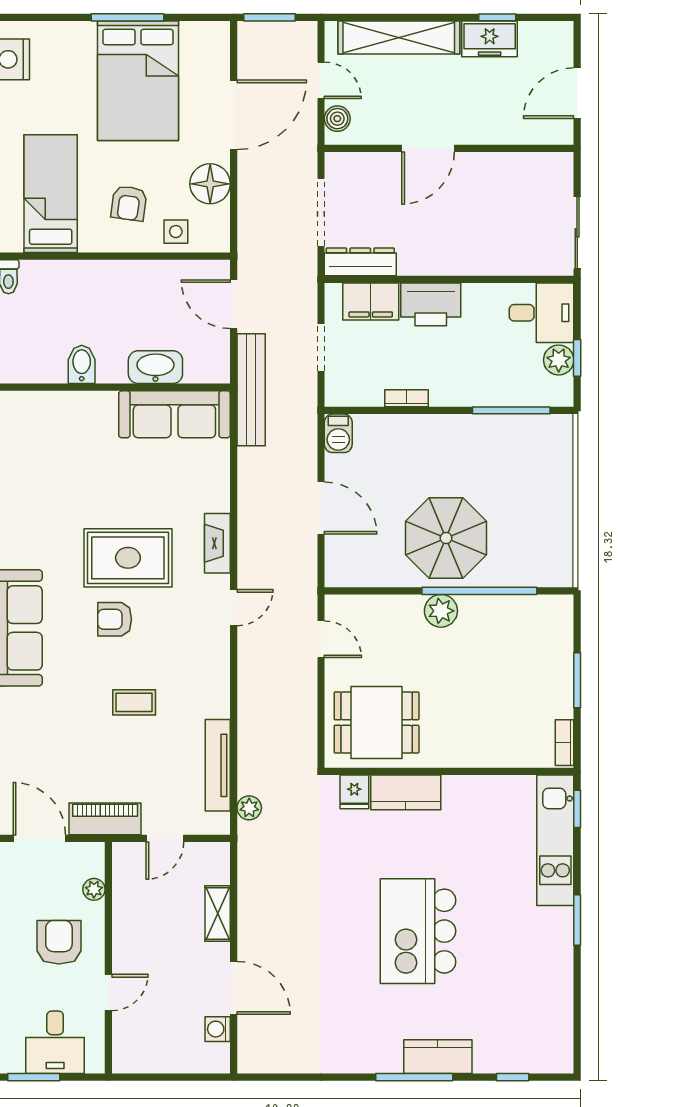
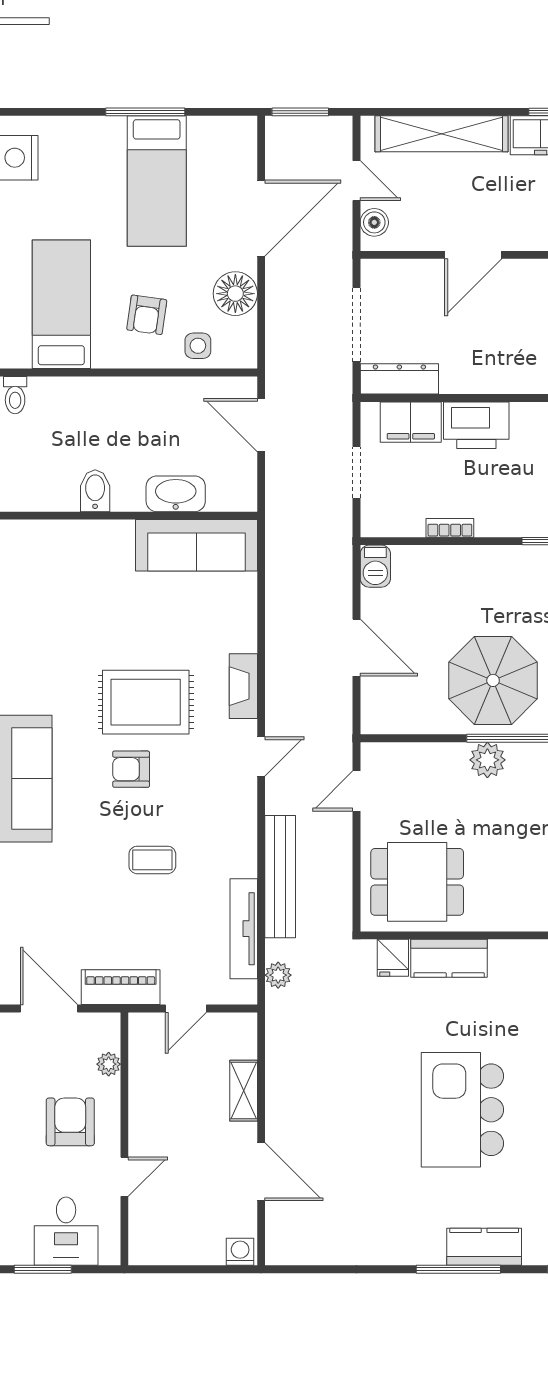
bed: (138, 81) -> (157, 181), width x0.67
bench: (251, 390) -> (280, 877), moved
door: (321, 639) -> (356, 791), swing flipped
washing machine: (218, 1029) -> (240, 1252), moved, turned 90

